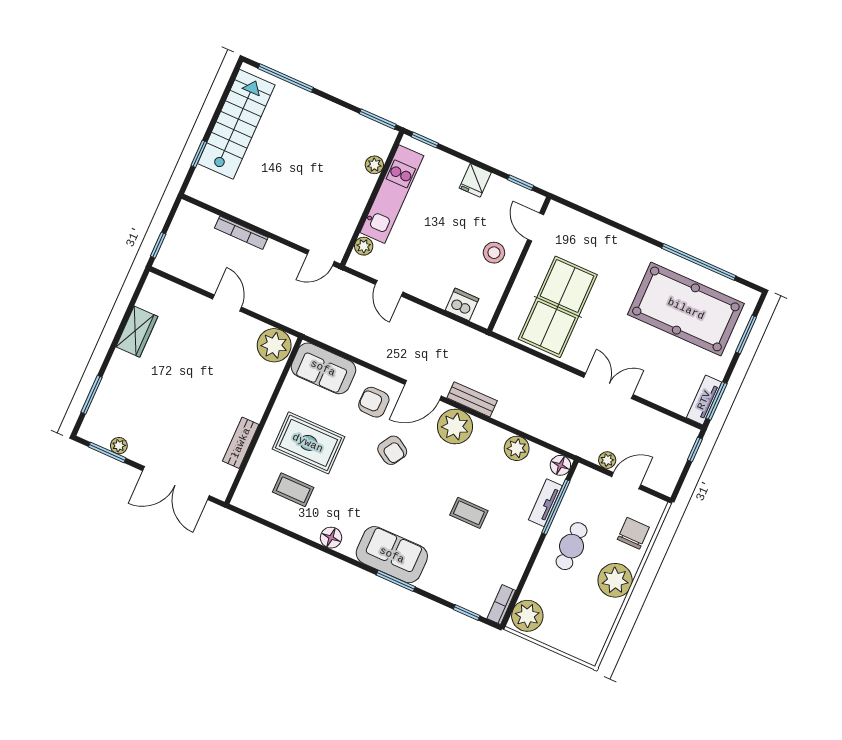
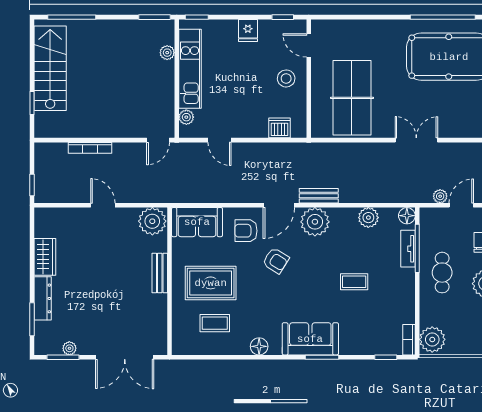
dresser: (114, 377) -> (43, 298), added
bench: (241, 443) -> (160, 273), moved

